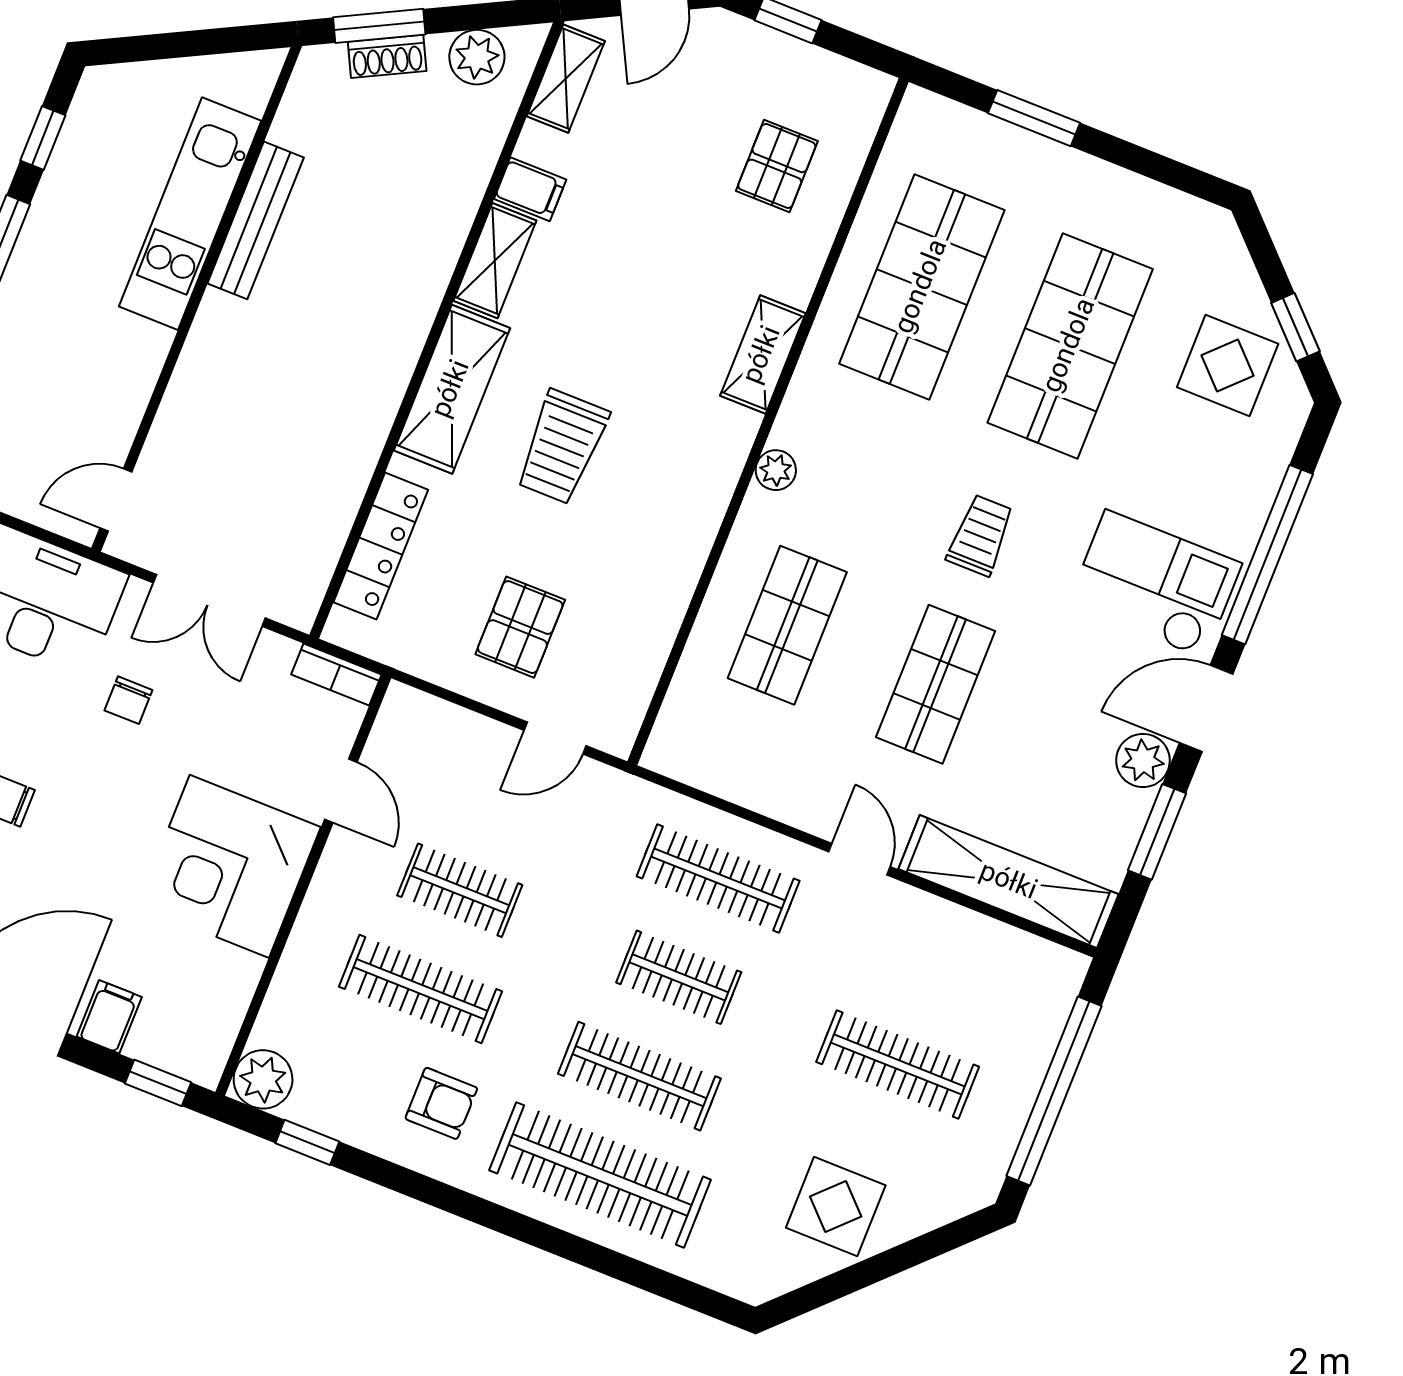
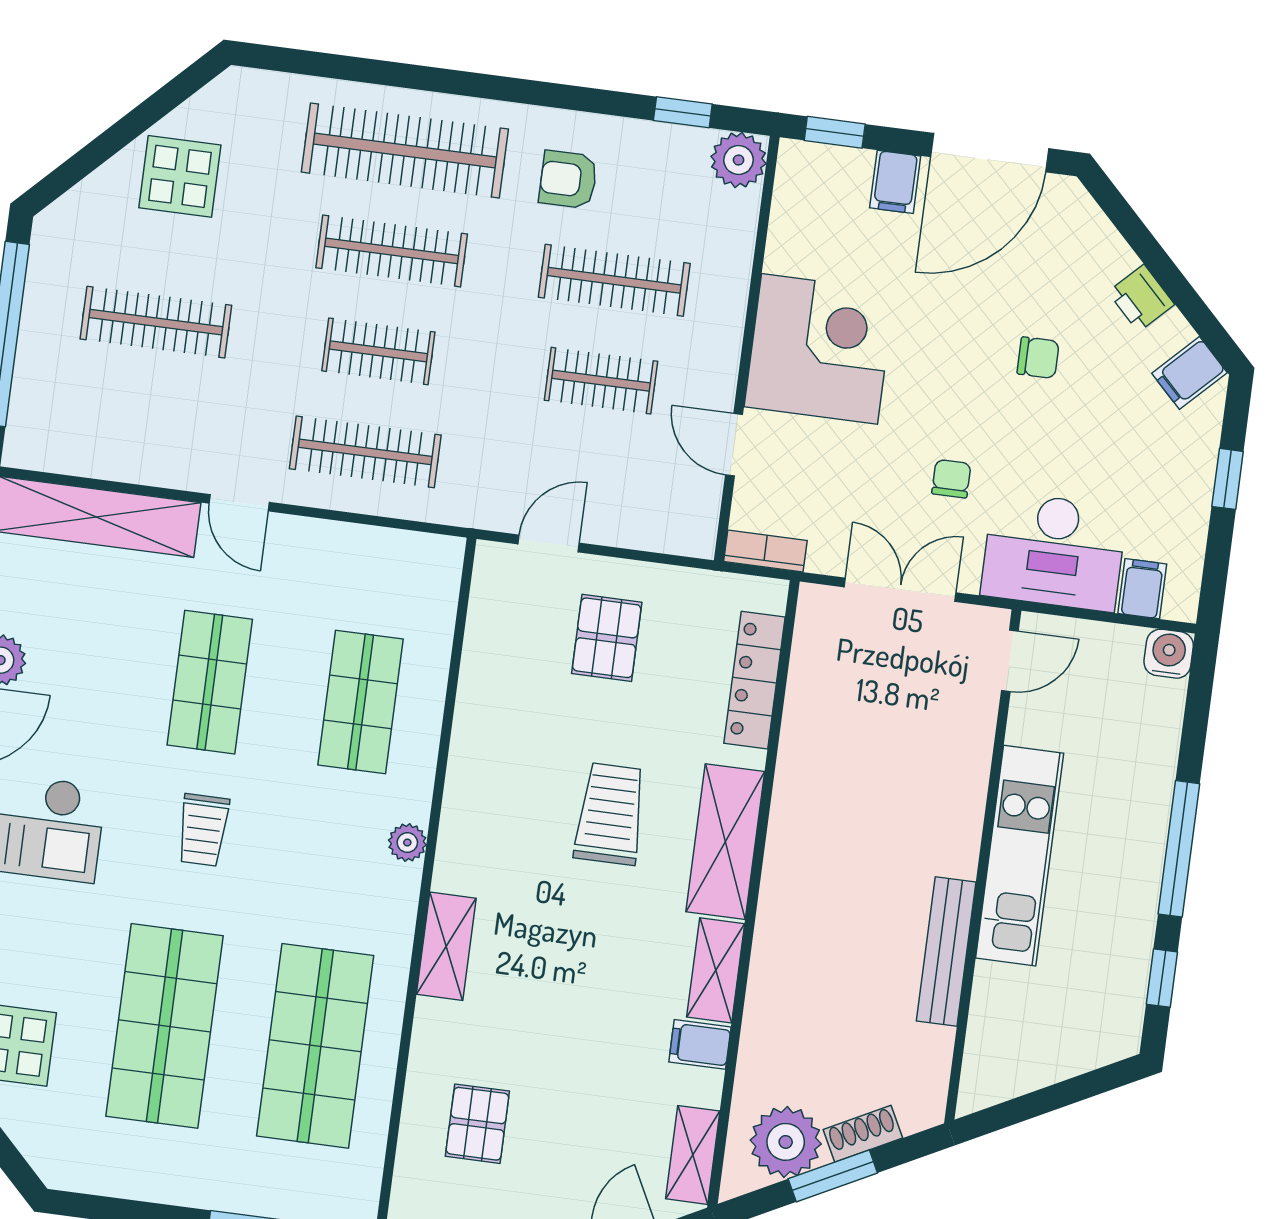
window: (379, 26) -> (833, 1176), moved
plant: (477, 57) -> (786, 1142), width x1.36, depth x1.36
kitchen unit: (190, 214) -> (1020, 856), moved

